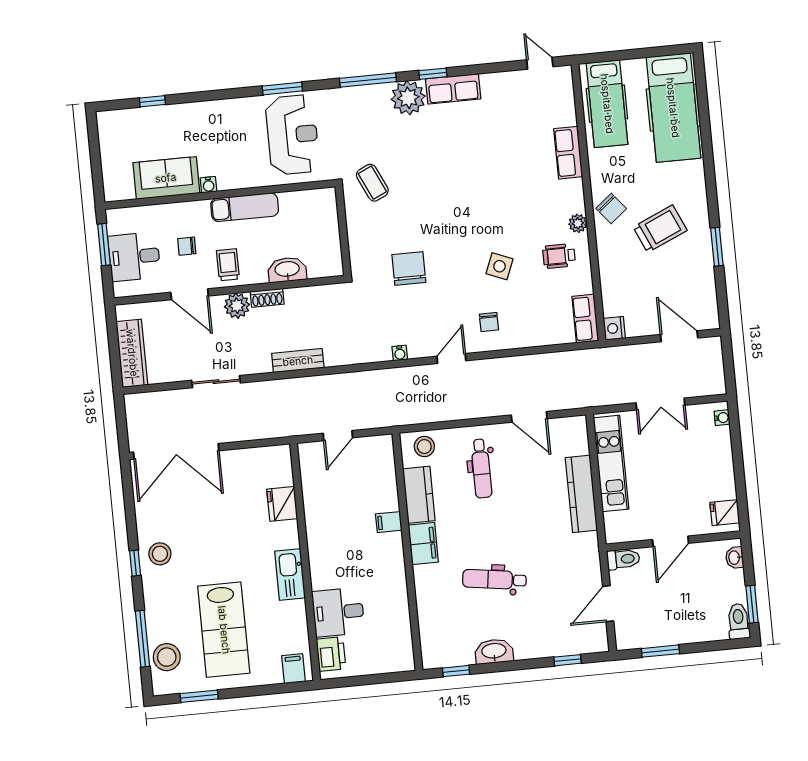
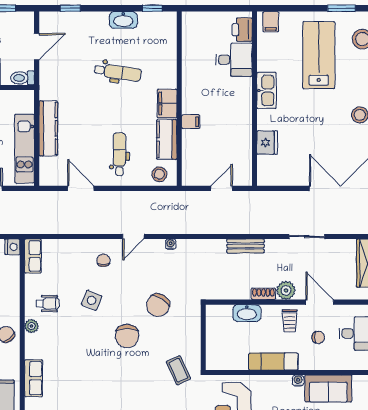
chair: (447, 222) -> (127, 336), added
chair: (409, 268) -> (158, 305), turned 32

